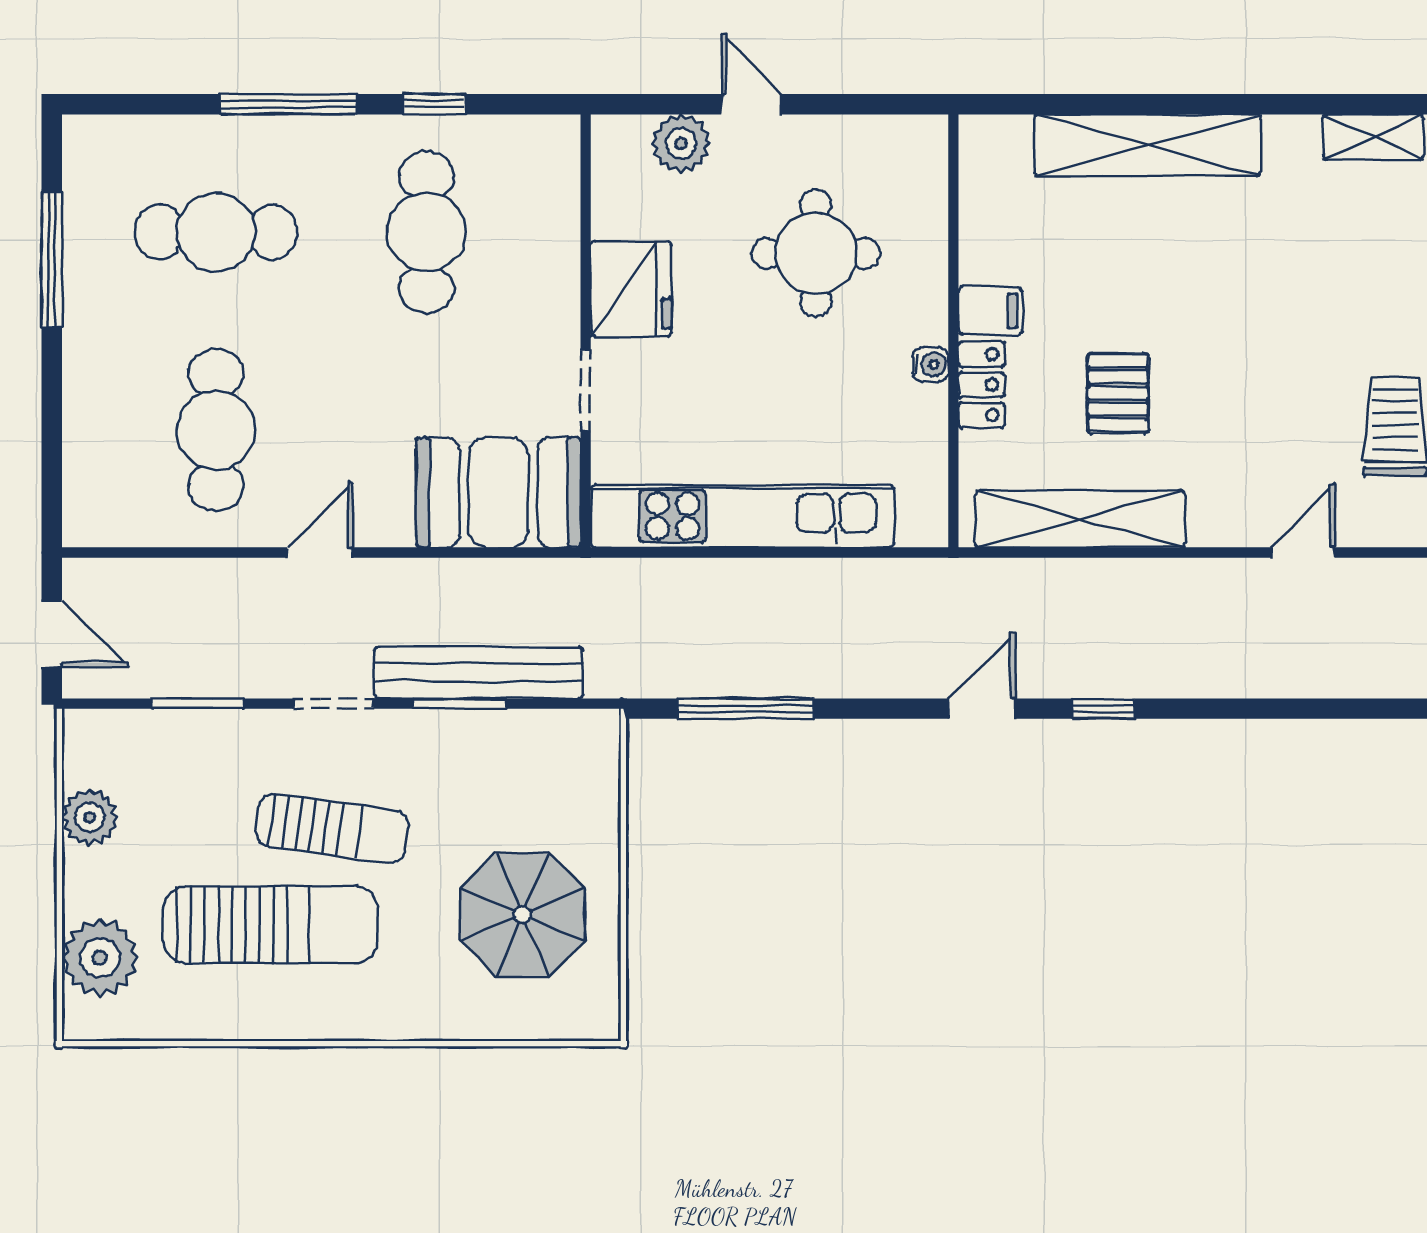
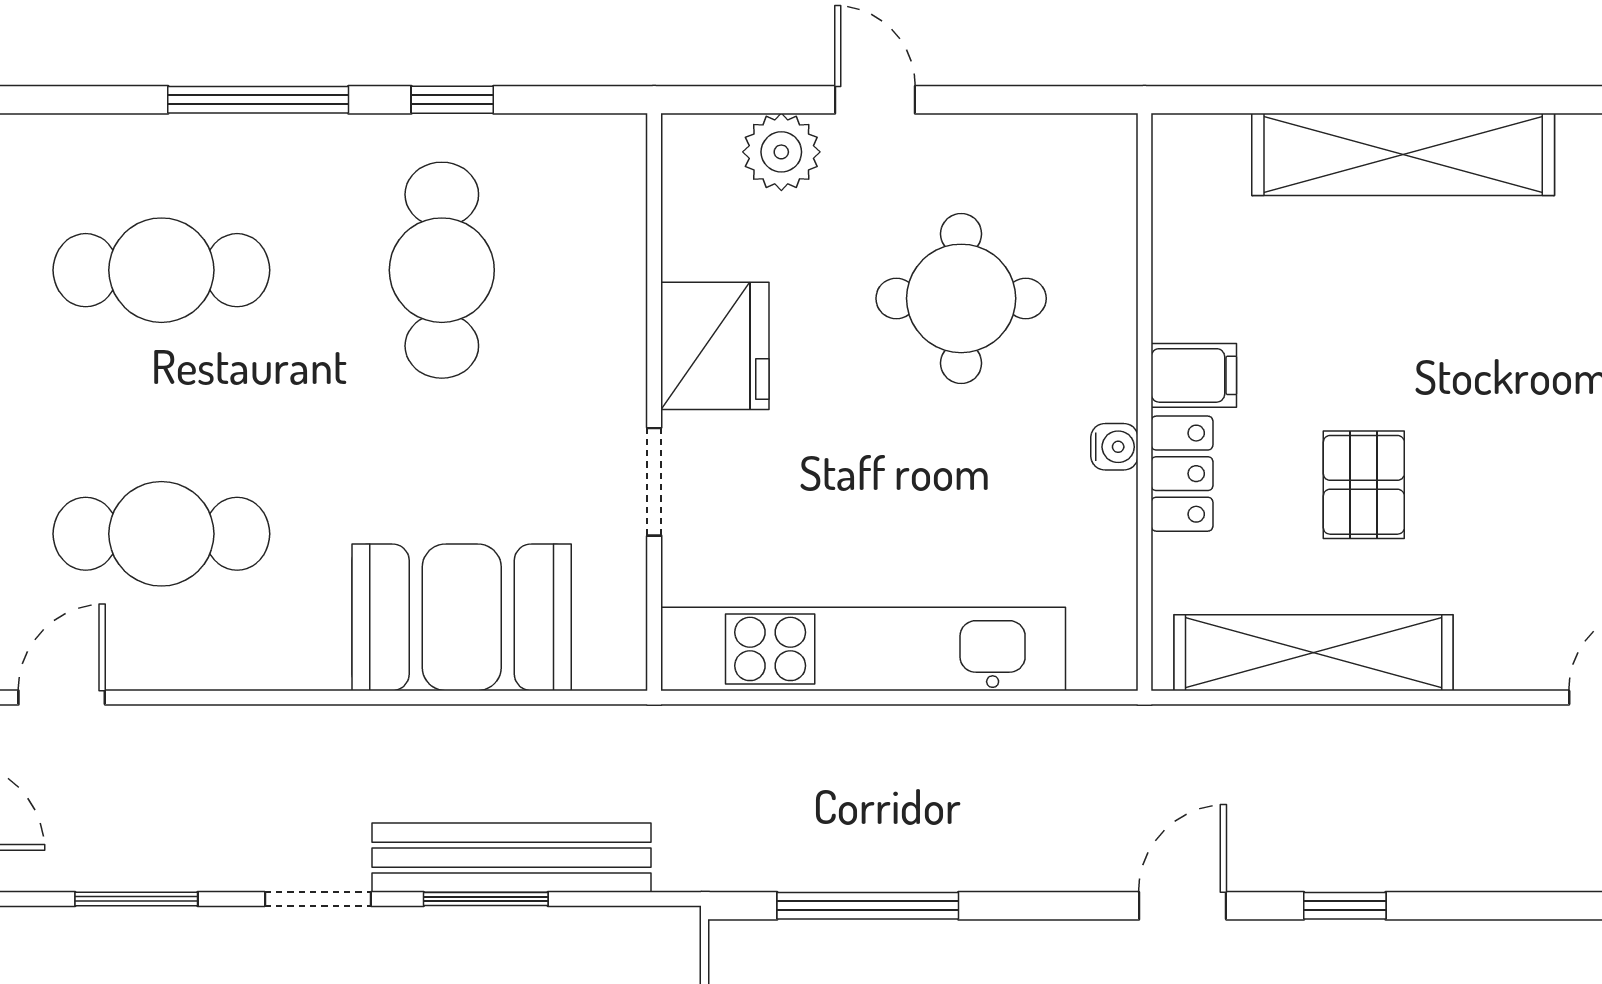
cafe table: (216, 430) -> (161, 534), turned 90
booth: (498, 492) -> (462, 617), moved
door: (320, 553) -> (62, 697), moved

